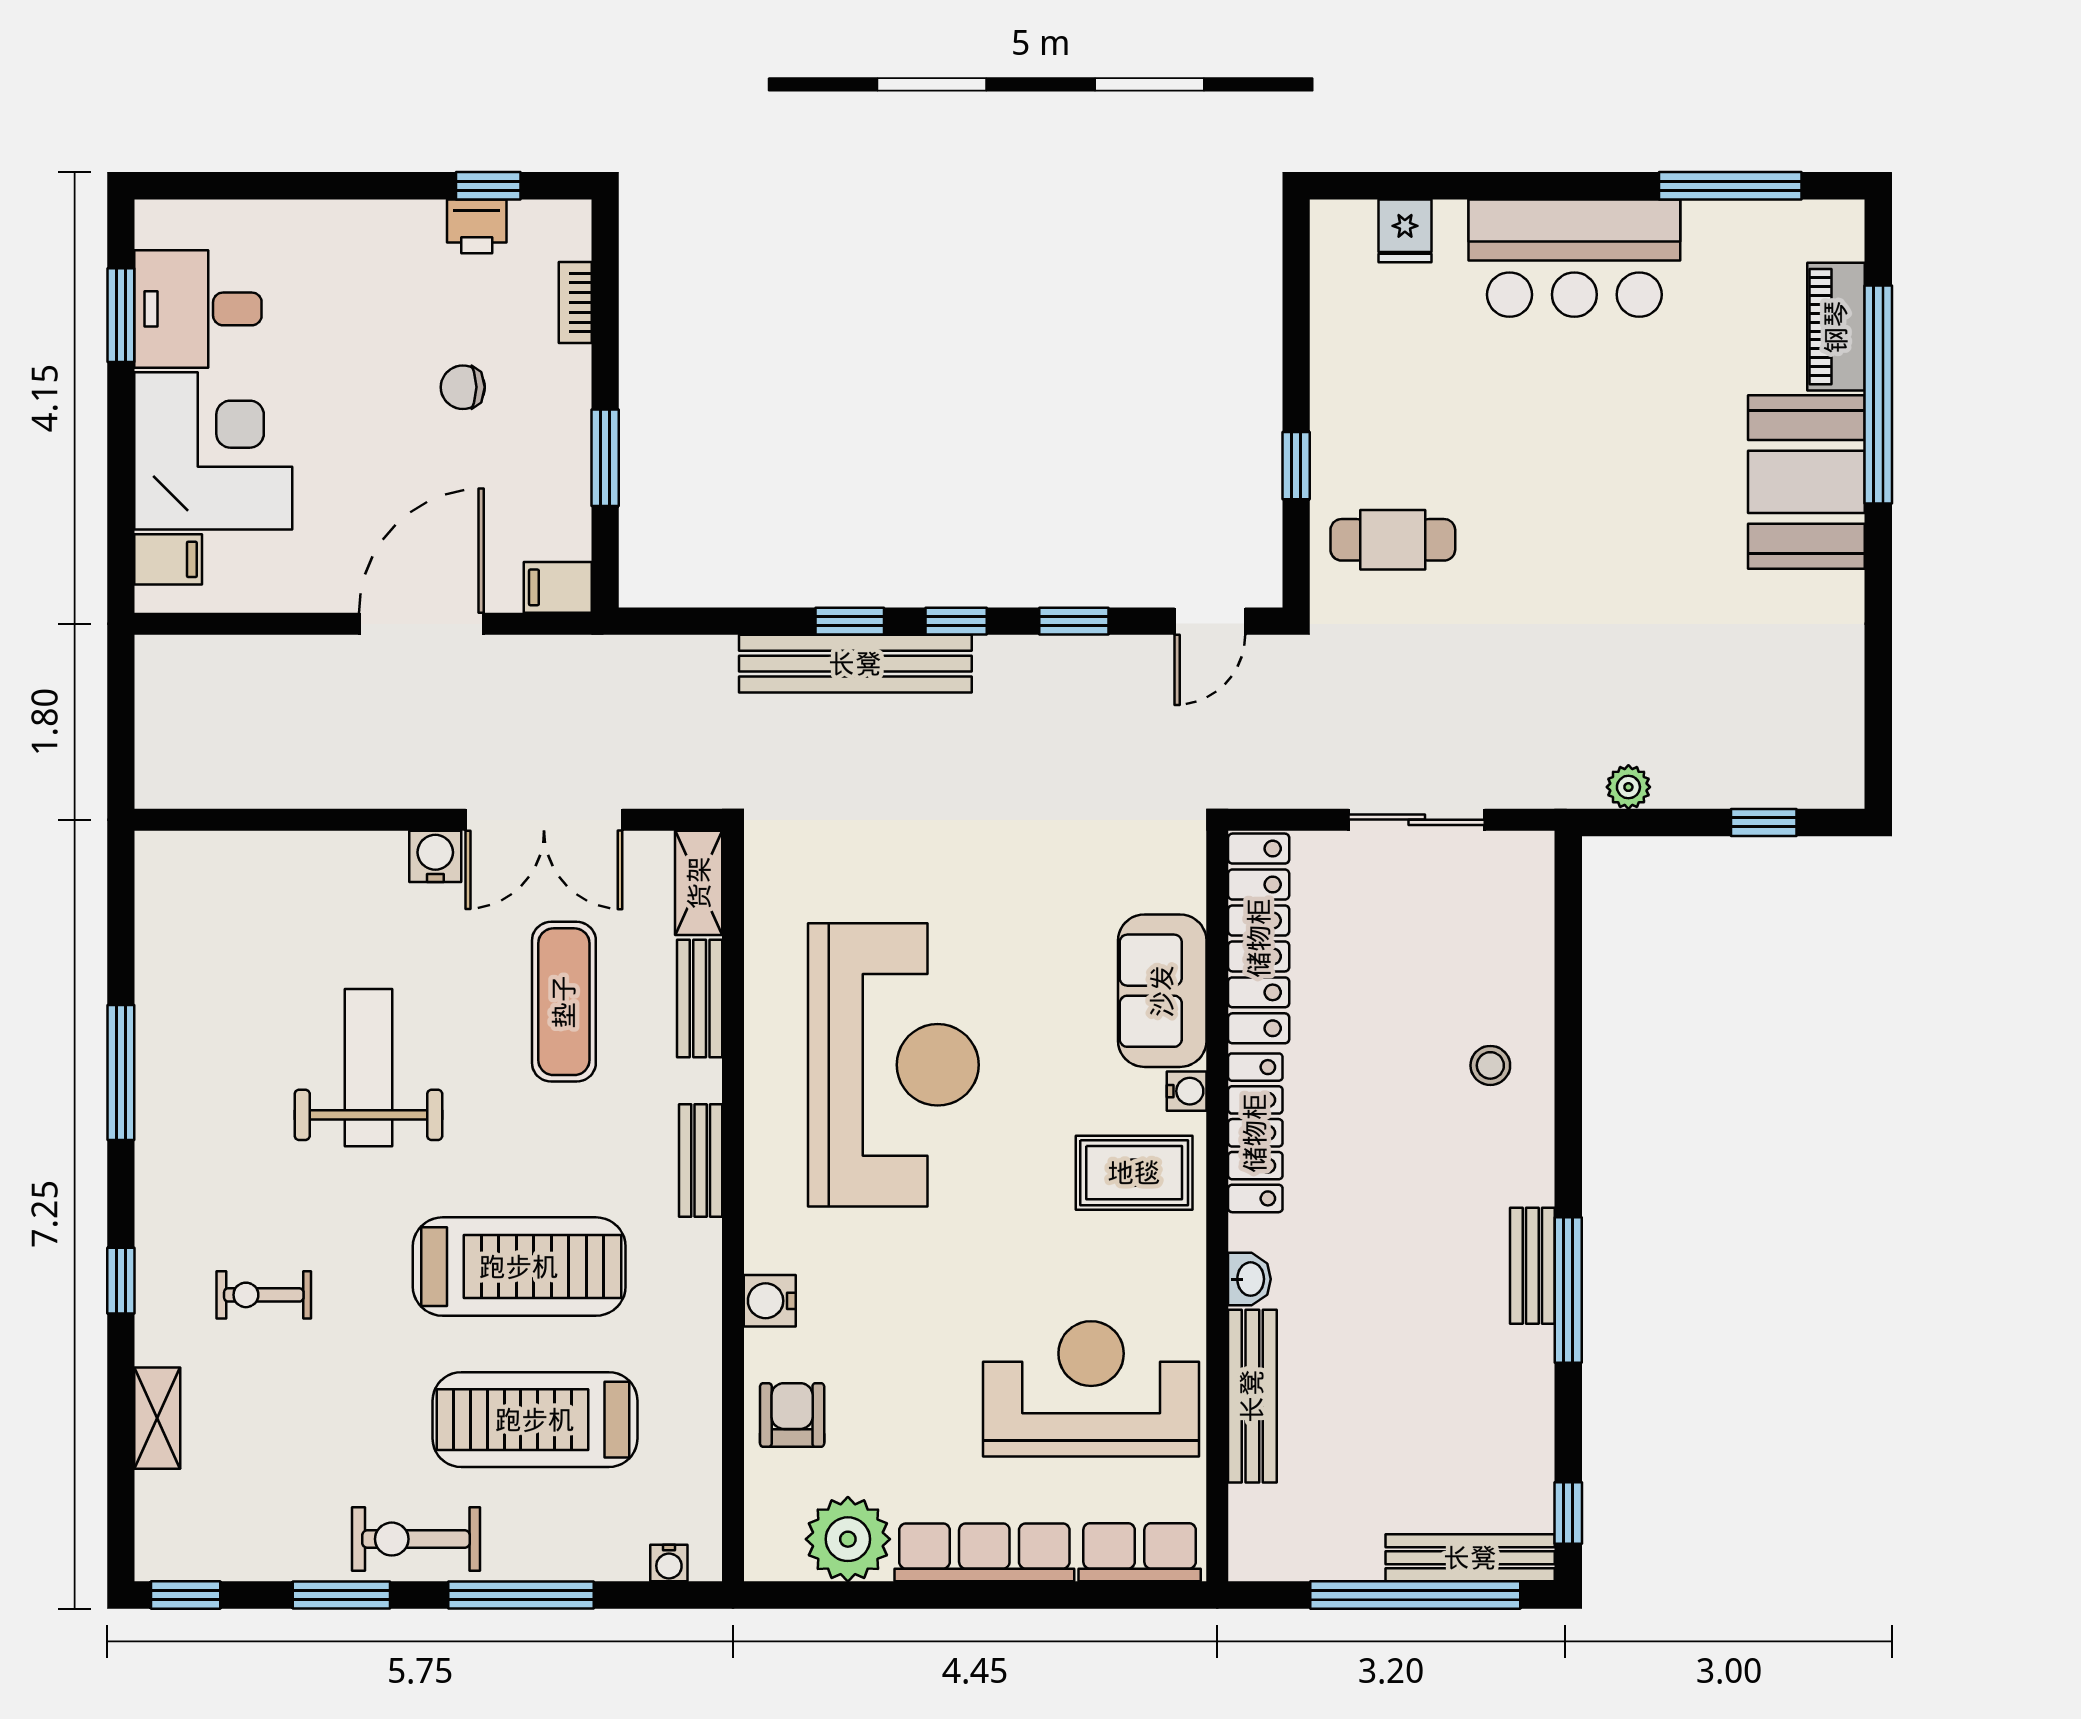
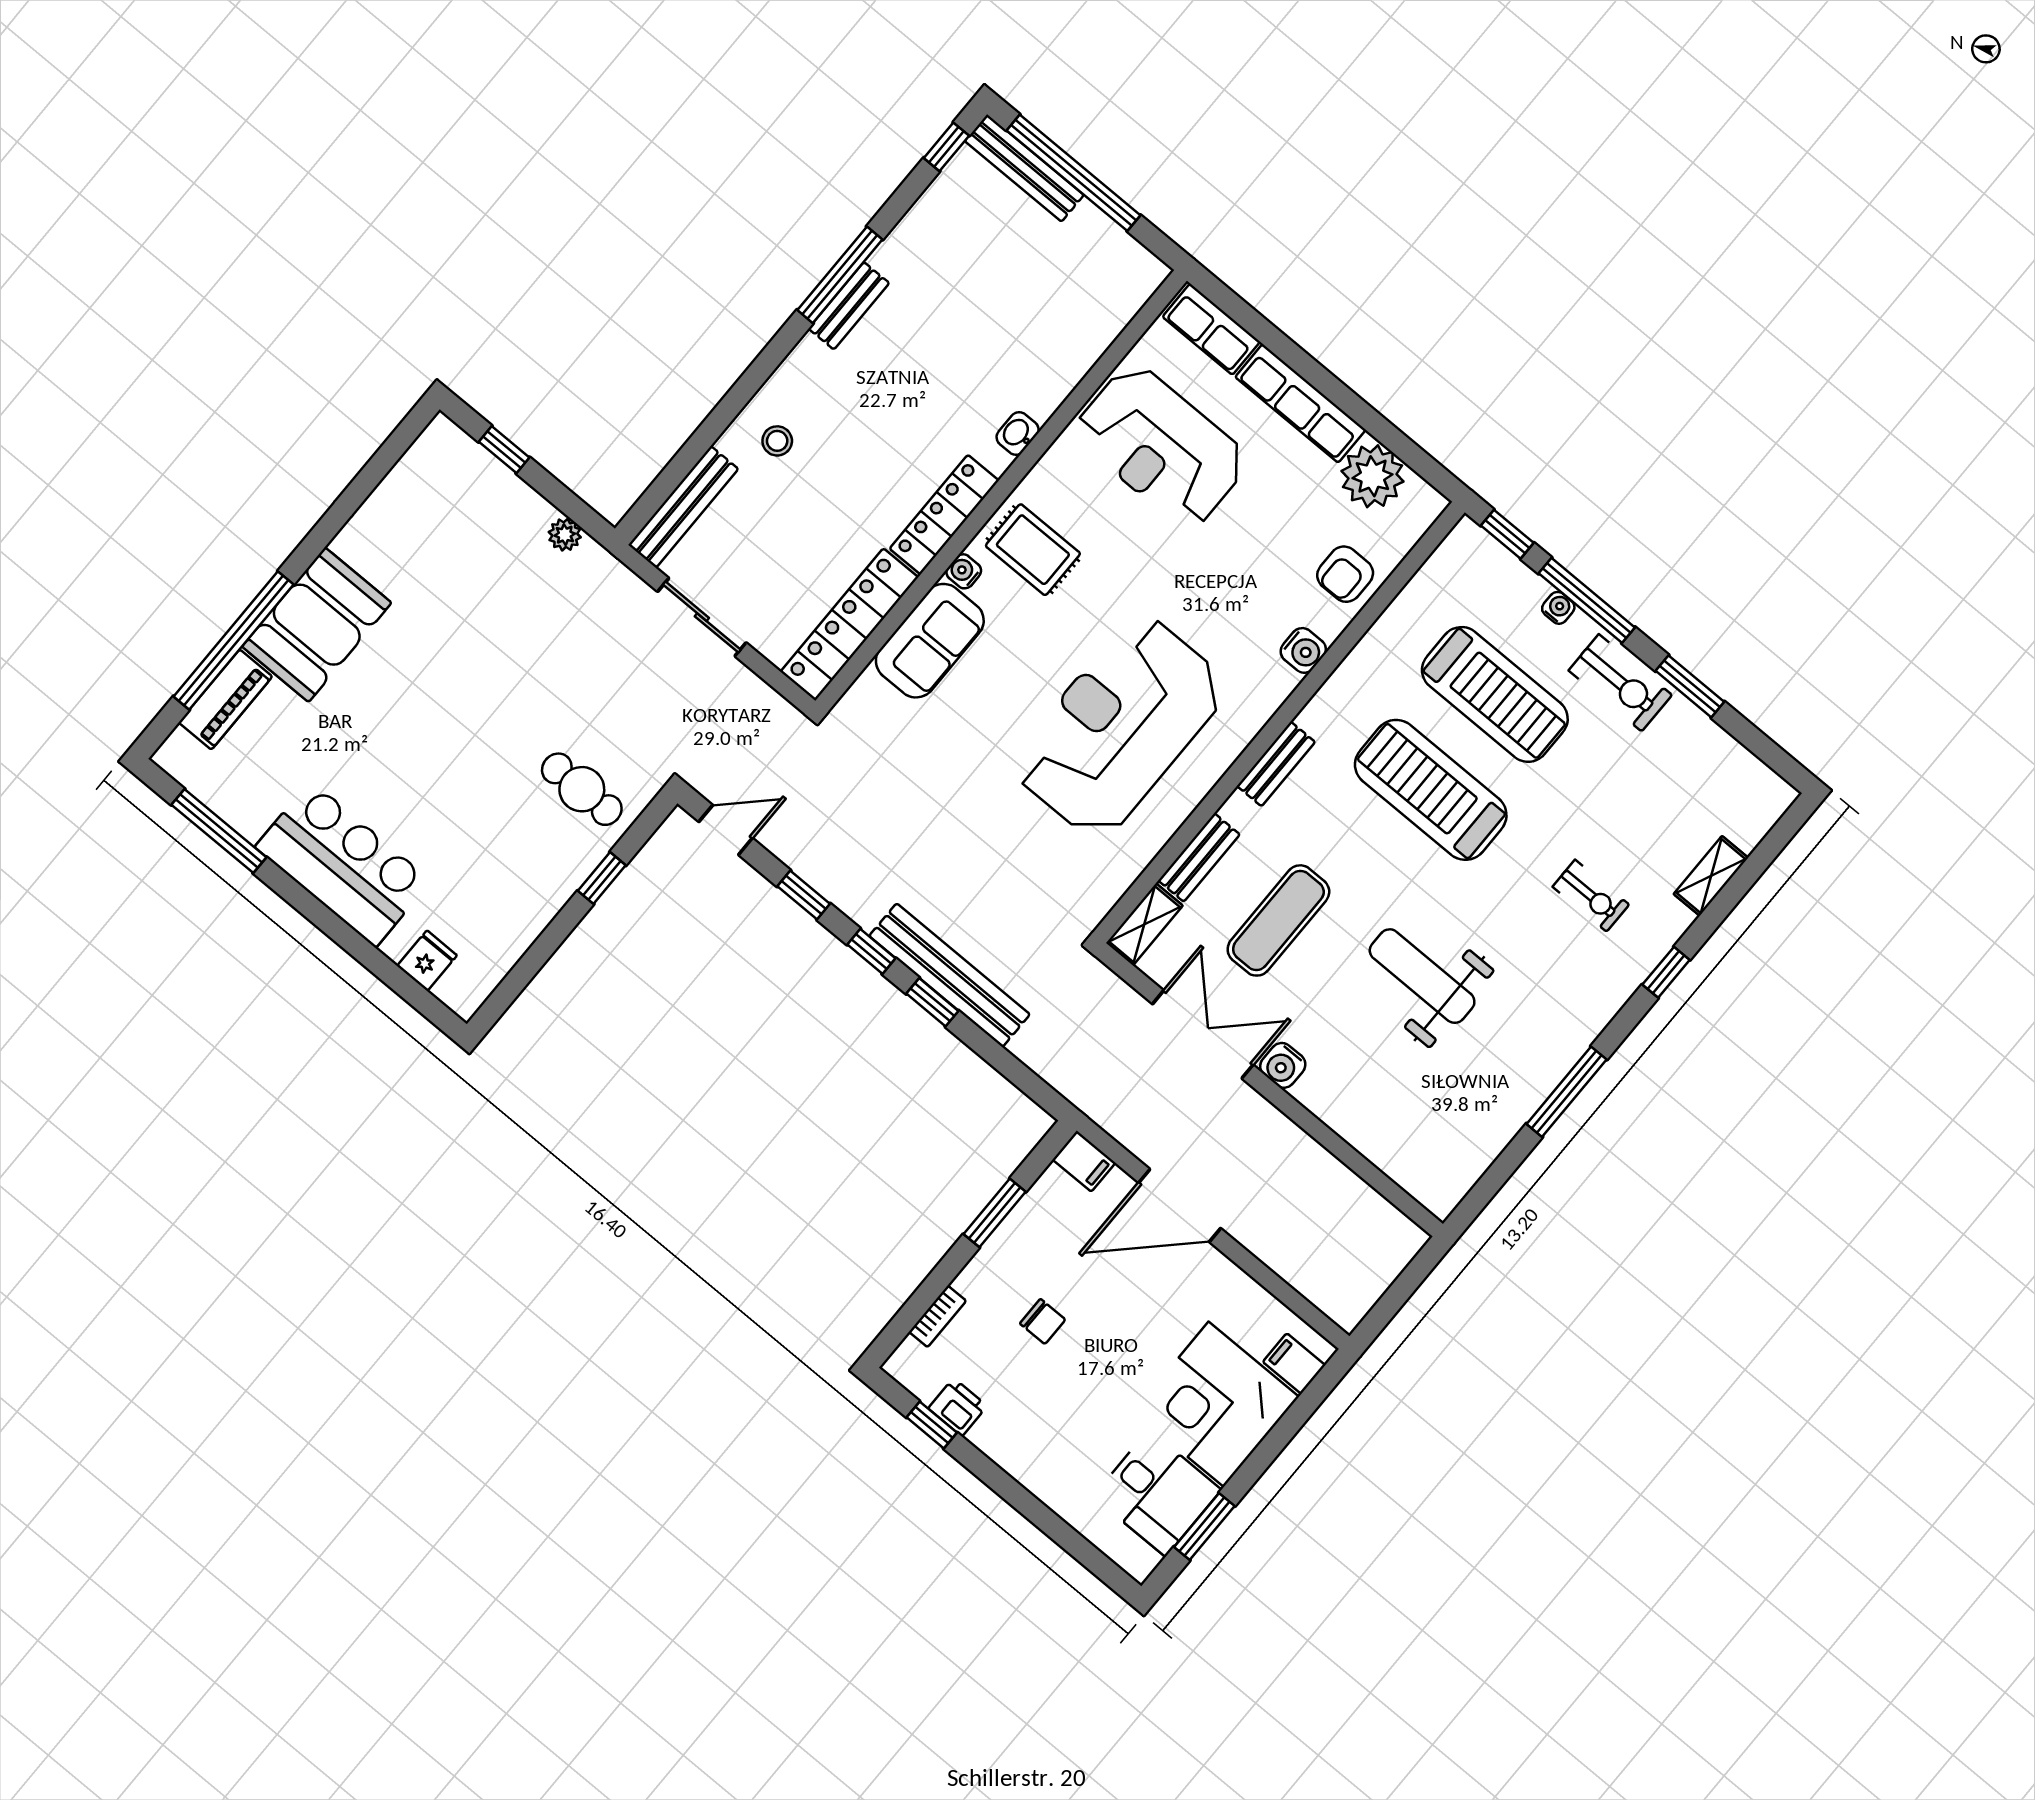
weight bench: (368, 1068) -> (1422, 976), turned 90
bench: (1252, 1396) -> (683, 507), moved
water cooler: (669, 1563) -> (1558, 608), moved
window: (186, 1595) -> (1507, 534), moved

